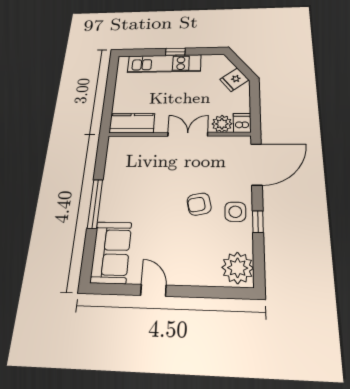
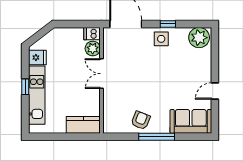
fridge: (234, 80) -> (37, 58), moved, turned -52
kitchen counter: (132, 123) -> (83, 125), moved, turned 90
armchair: (199, 204) -> (141, 120), moved, turned -146

